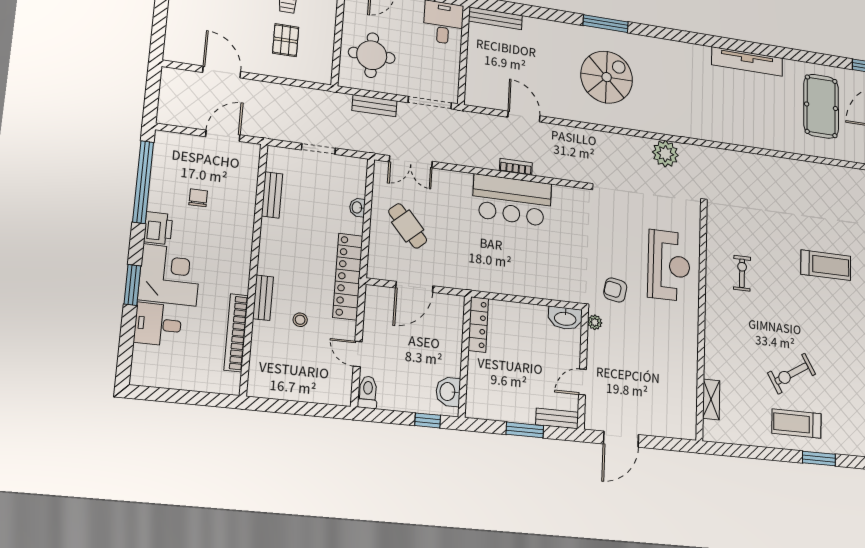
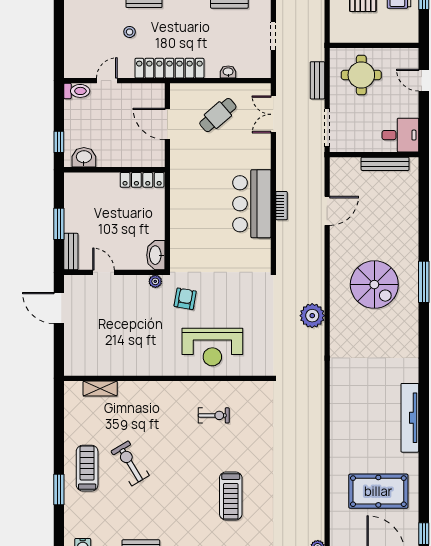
bench: (495, 18) -> (385, 164), moved, turned 90
plant: (665, 154) -> (312, 316), moved

